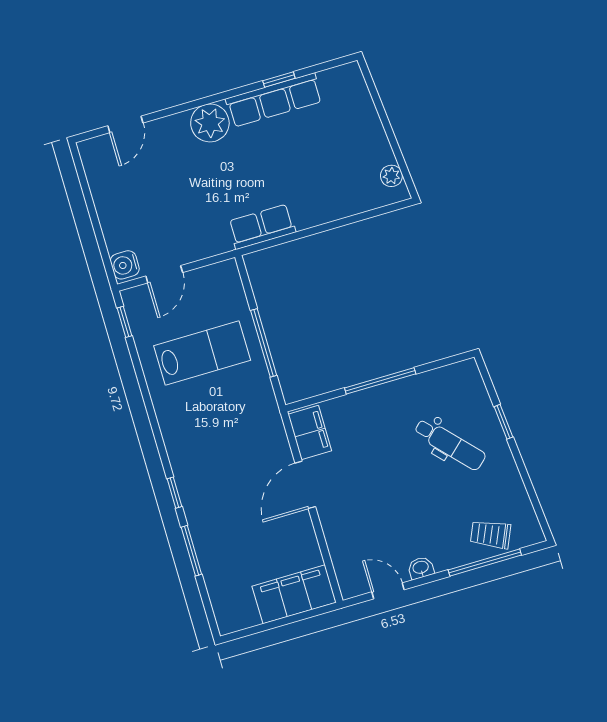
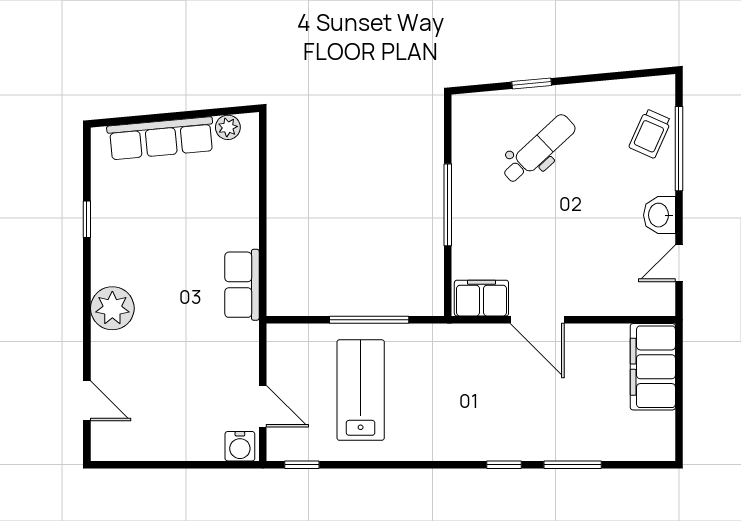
row of seats: (274, 100) -> (161, 138), moved, turned 85
washbasin: (421, 568) -> (659, 215), width x1.38, depth x1.45

